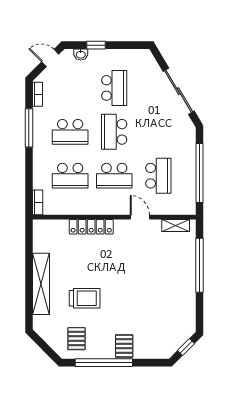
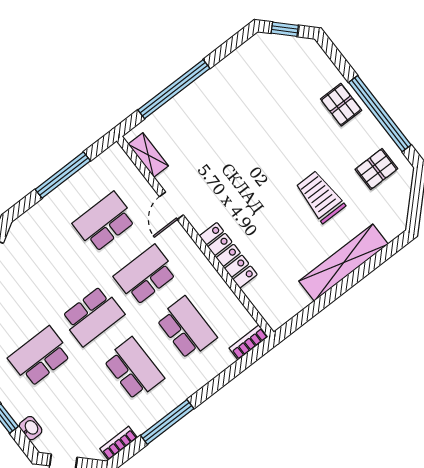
window: (199, 173) -> (63, 175), width x0.68
school desk: (114, 176) -> (145, 275), turned -90
pallet: (124, 346) -> (341, 105), turned 90

